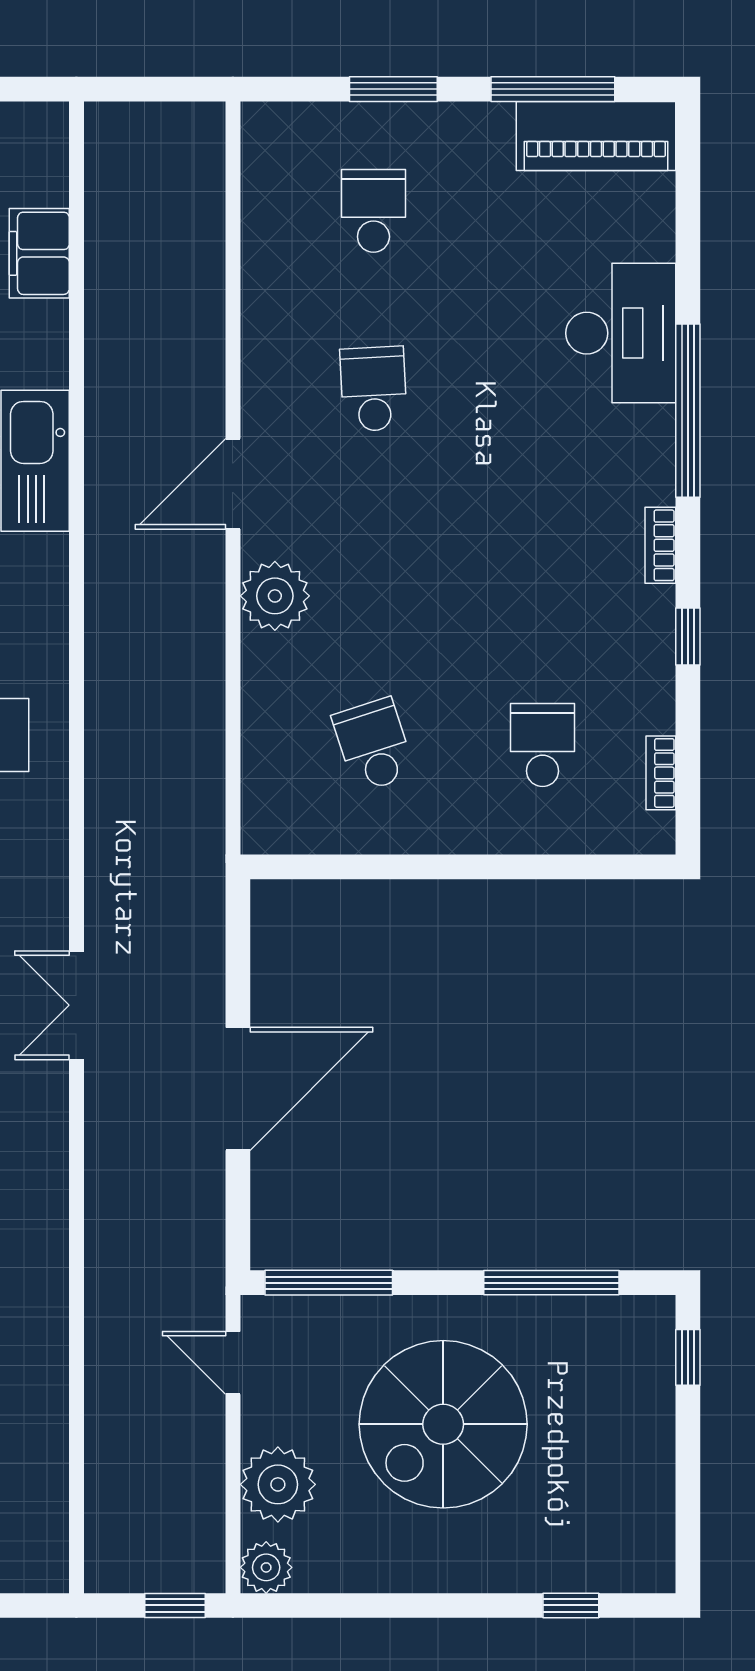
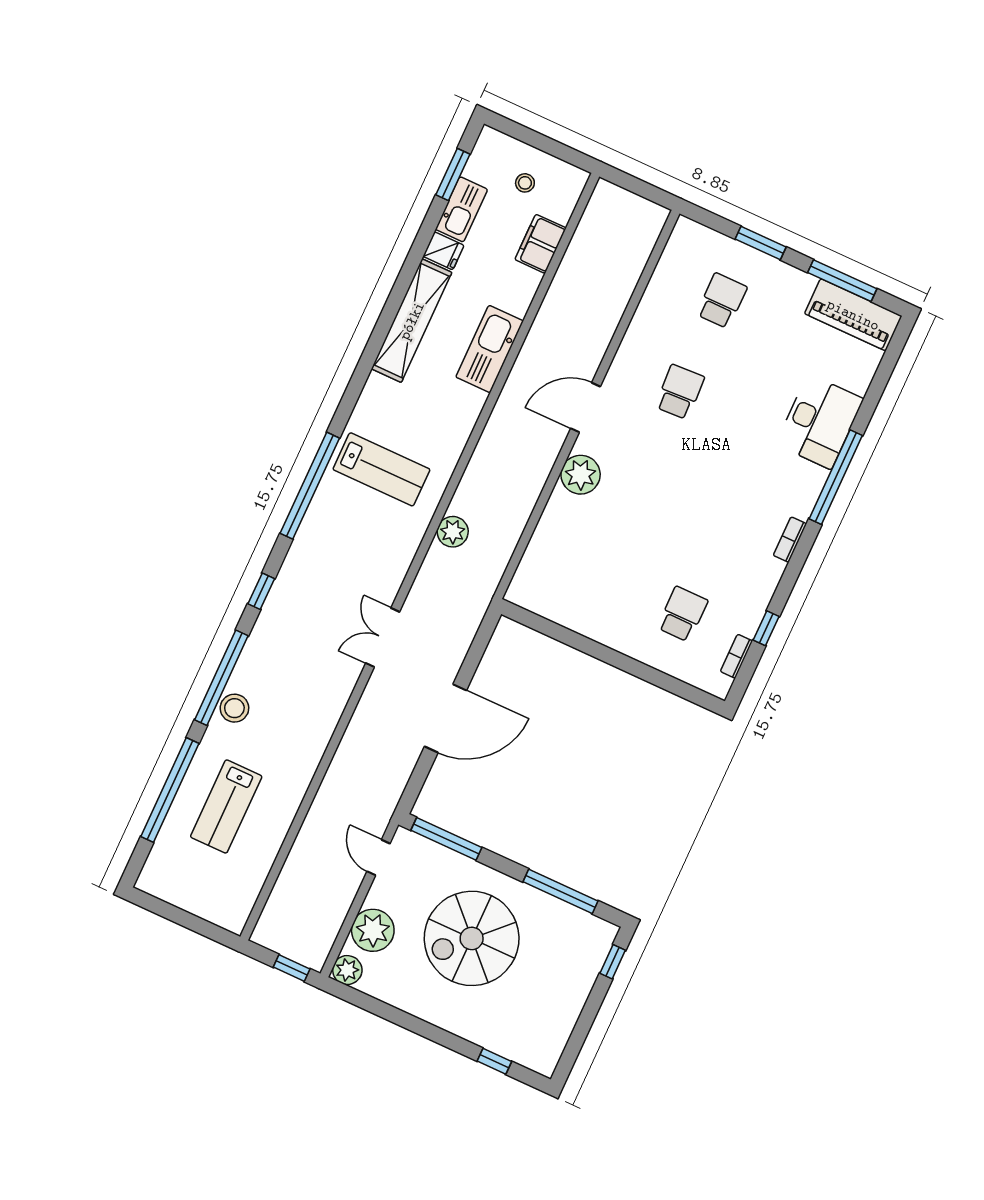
window: (688, 636) -> (766, 628), moved
school desk: (373, 745) -> (596, 574), removed
plant: (111, 783) -> (453, 532), added

